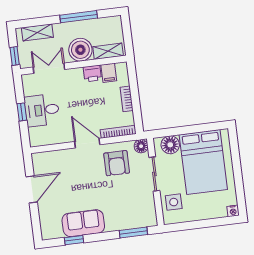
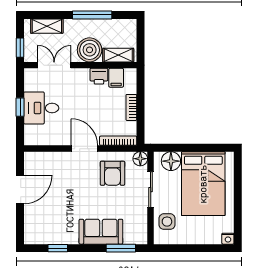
sofa: (83, 223) -> (101, 232), moved

